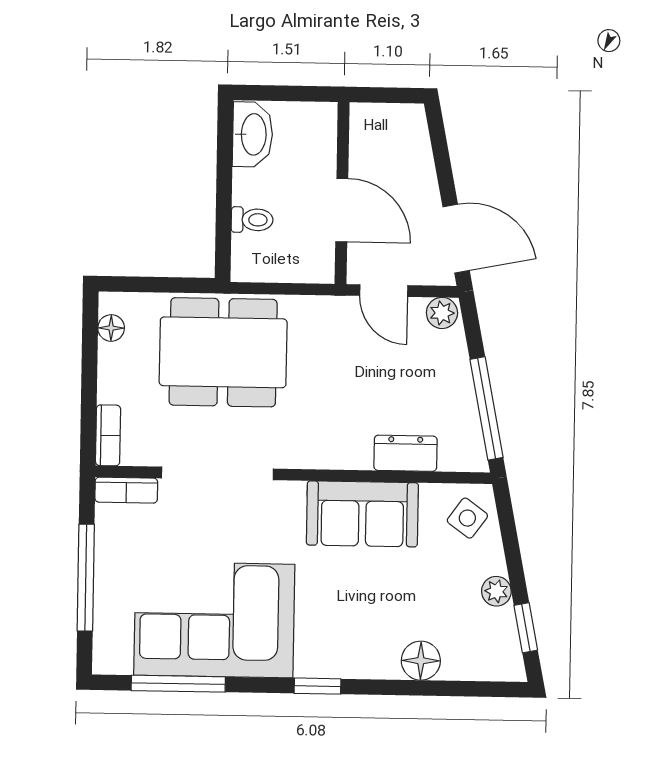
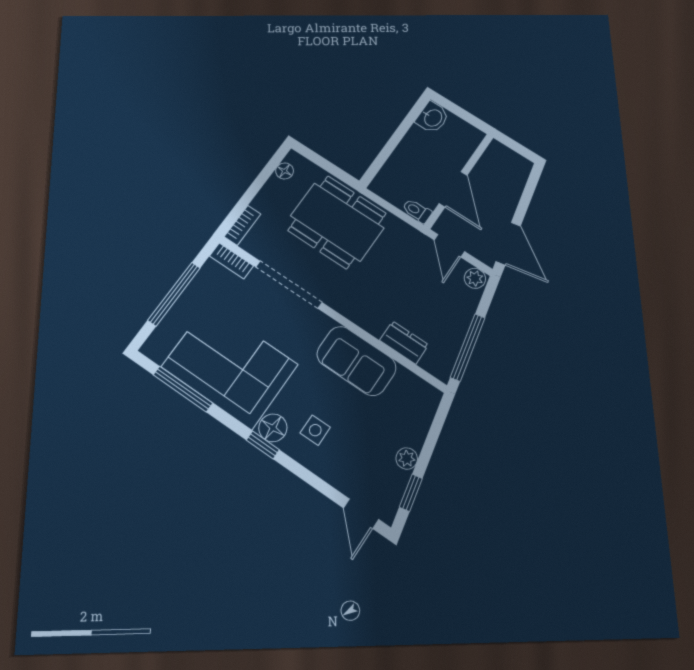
washbasin: (253, 134) -> (433, 118), width x0.72
toilet: (252, 220) -> (417, 211), moved, turned 180
side table: (467, 518) -> (315, 430), moved, turned -36
floor lamp: (421, 661) -> (273, 428), moved
door: (483, 689) -> (361, 514), added

